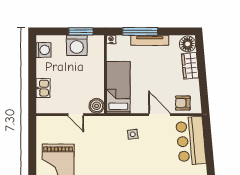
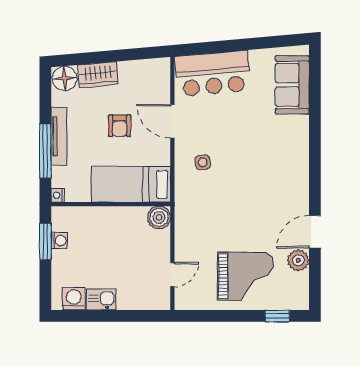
washing machine: (77, 45) -> (59, 240), width x0.53, depth x0.53
kitchen sink: (43, 88) -> (101, 299), moved
armchair: (183, 103) -> (120, 126), moved
door: (76, 115) -> (172, 275), moved
door: (160, 115) -> (172, 121), hinge flipped

